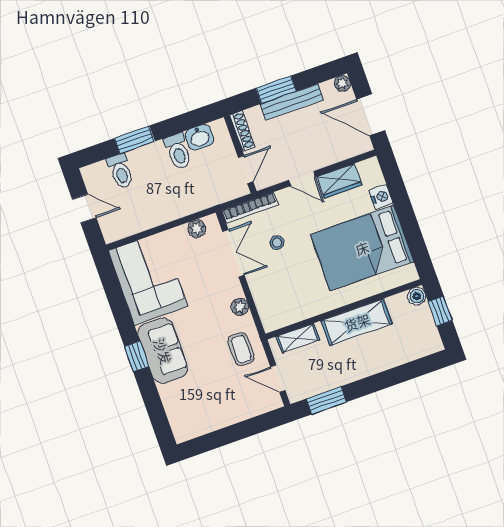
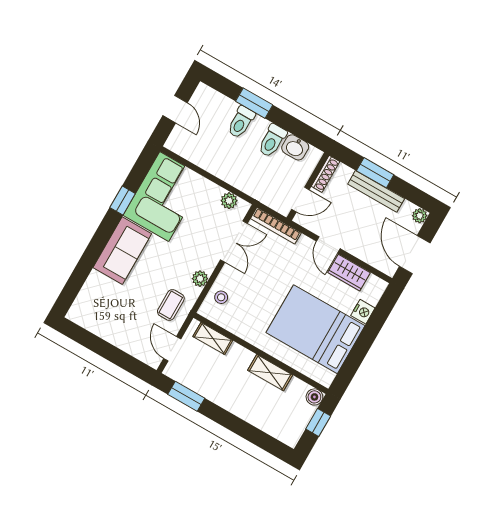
toilet: (120, 171) -> (241, 122), moved
stool: (277, 243) -> (221, 297), moved
shelving: (357, 322) -> (270, 373), width x0.67, depth x0.75
window: (137, 356) -> (123, 200), moved

